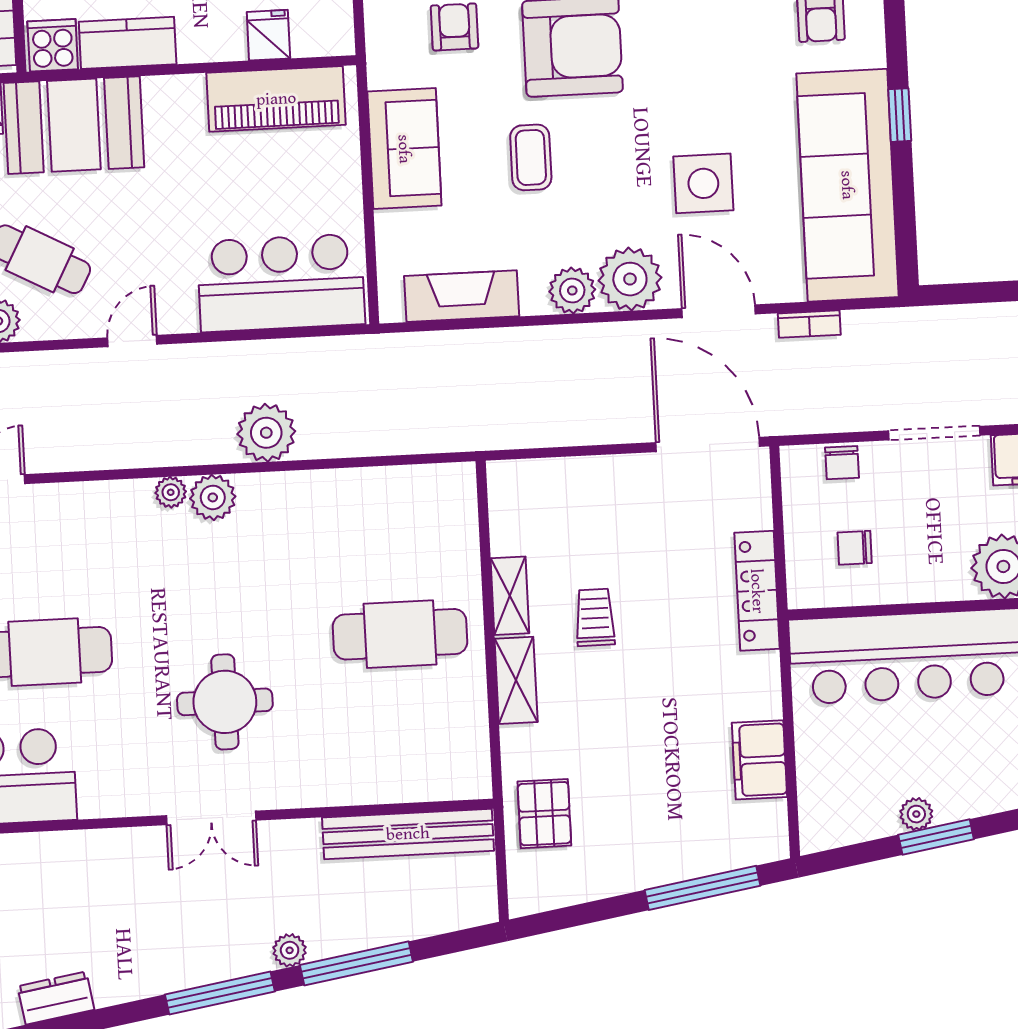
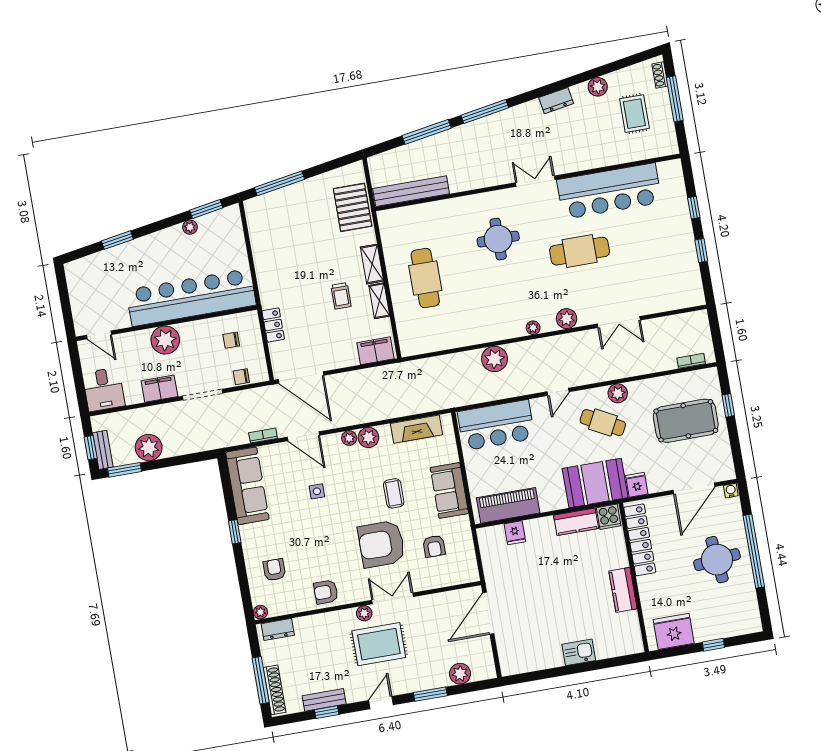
side table: (703, 183) -> (317, 491), width x0.54, depth x0.54
sofa: (847, 185) -> (247, 486), width x0.74, depth x0.79
plant: (630, 279) -> (349, 438), width x0.53, depth x0.53
chair: (842, 463) -> (241, 377), turned -90
plant: (213, 497) -> (567, 319), moved
chair: (855, 548) -> (231, 340), turned 180
locker: (757, 591) -> (273, 325), width x0.66
cafe table: (400, 634) -> (425, 278), turned 90
filing cabinet: (759, 760) -> (375, 351), moved, turned -90
pallet: (544, 814) -> (353, 207), width x1.50, depth x1.42
double door: (211, 818) -> (535, 181), moved
window: (936, 837) -> (206, 209), moved
plant: (290, 950) -> (457, 134), removed

